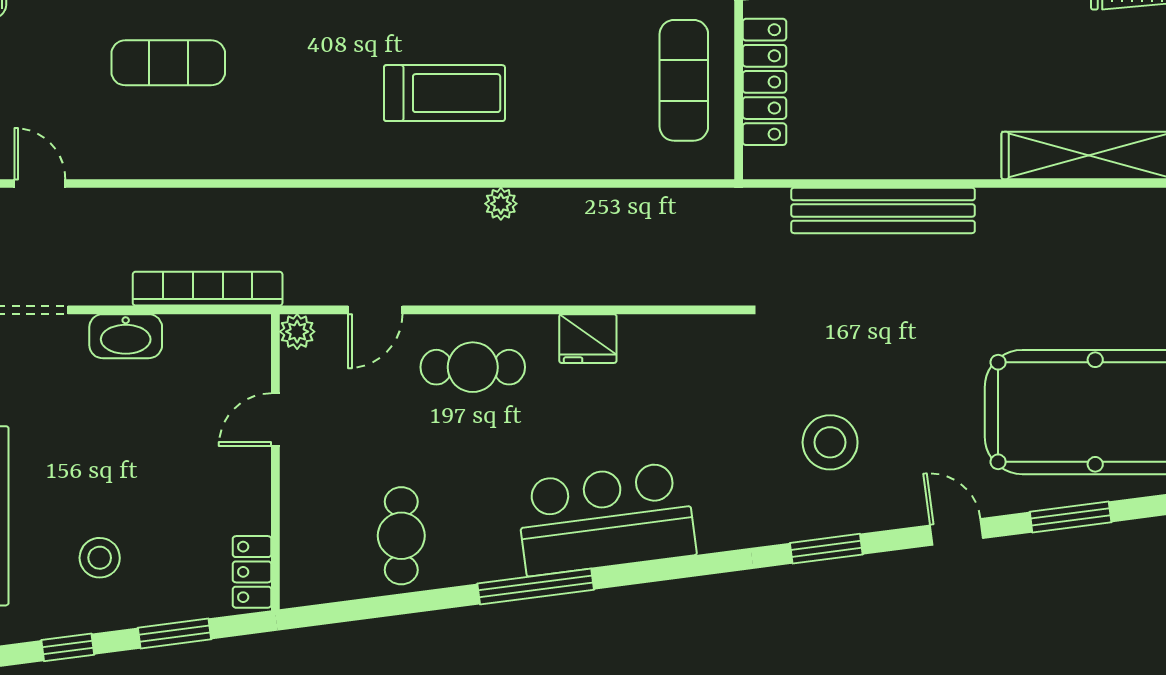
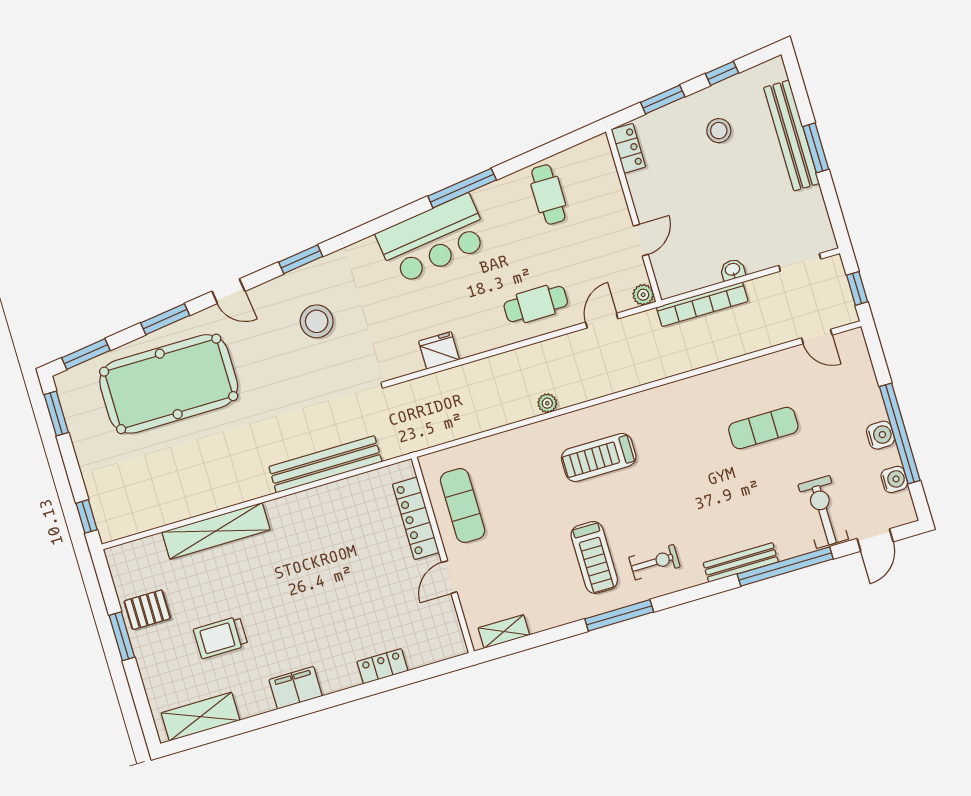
washbasin: (126, 336) -> (733, 270), width x0.52, depth x0.69
fridge: (588, 339) -> (439, 350), moved

